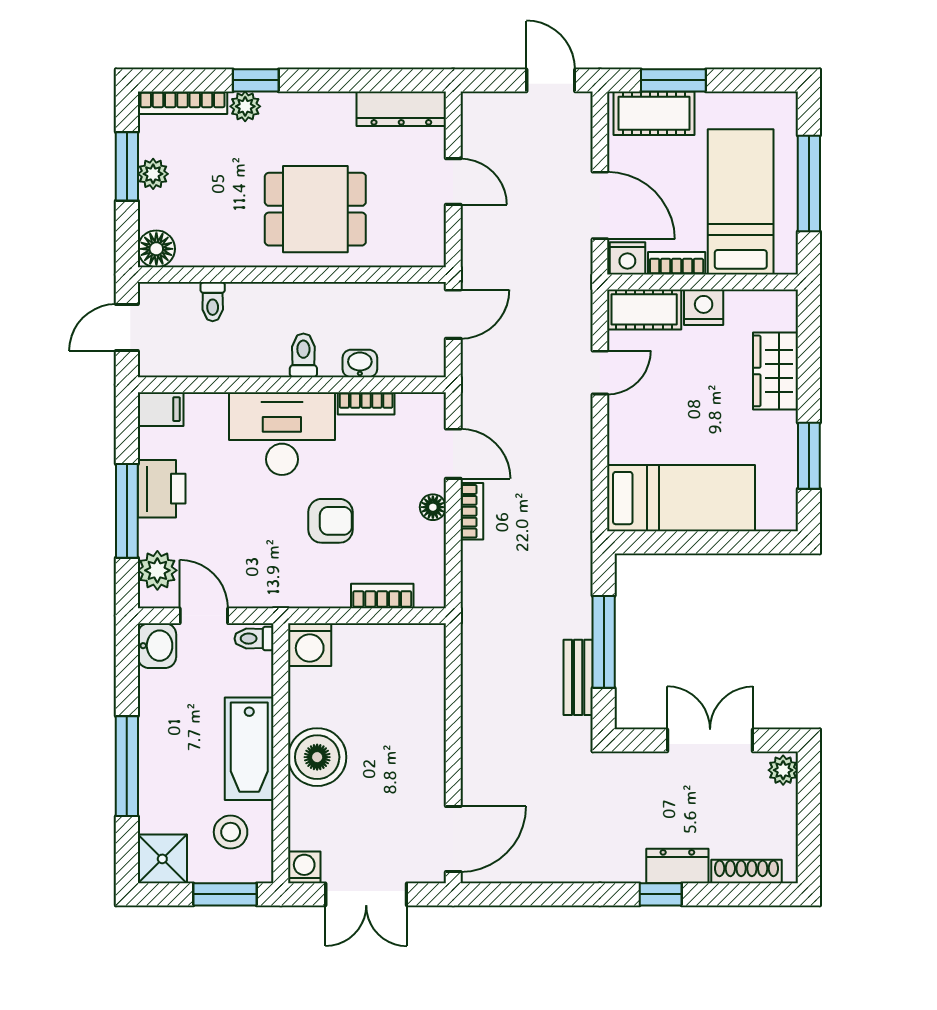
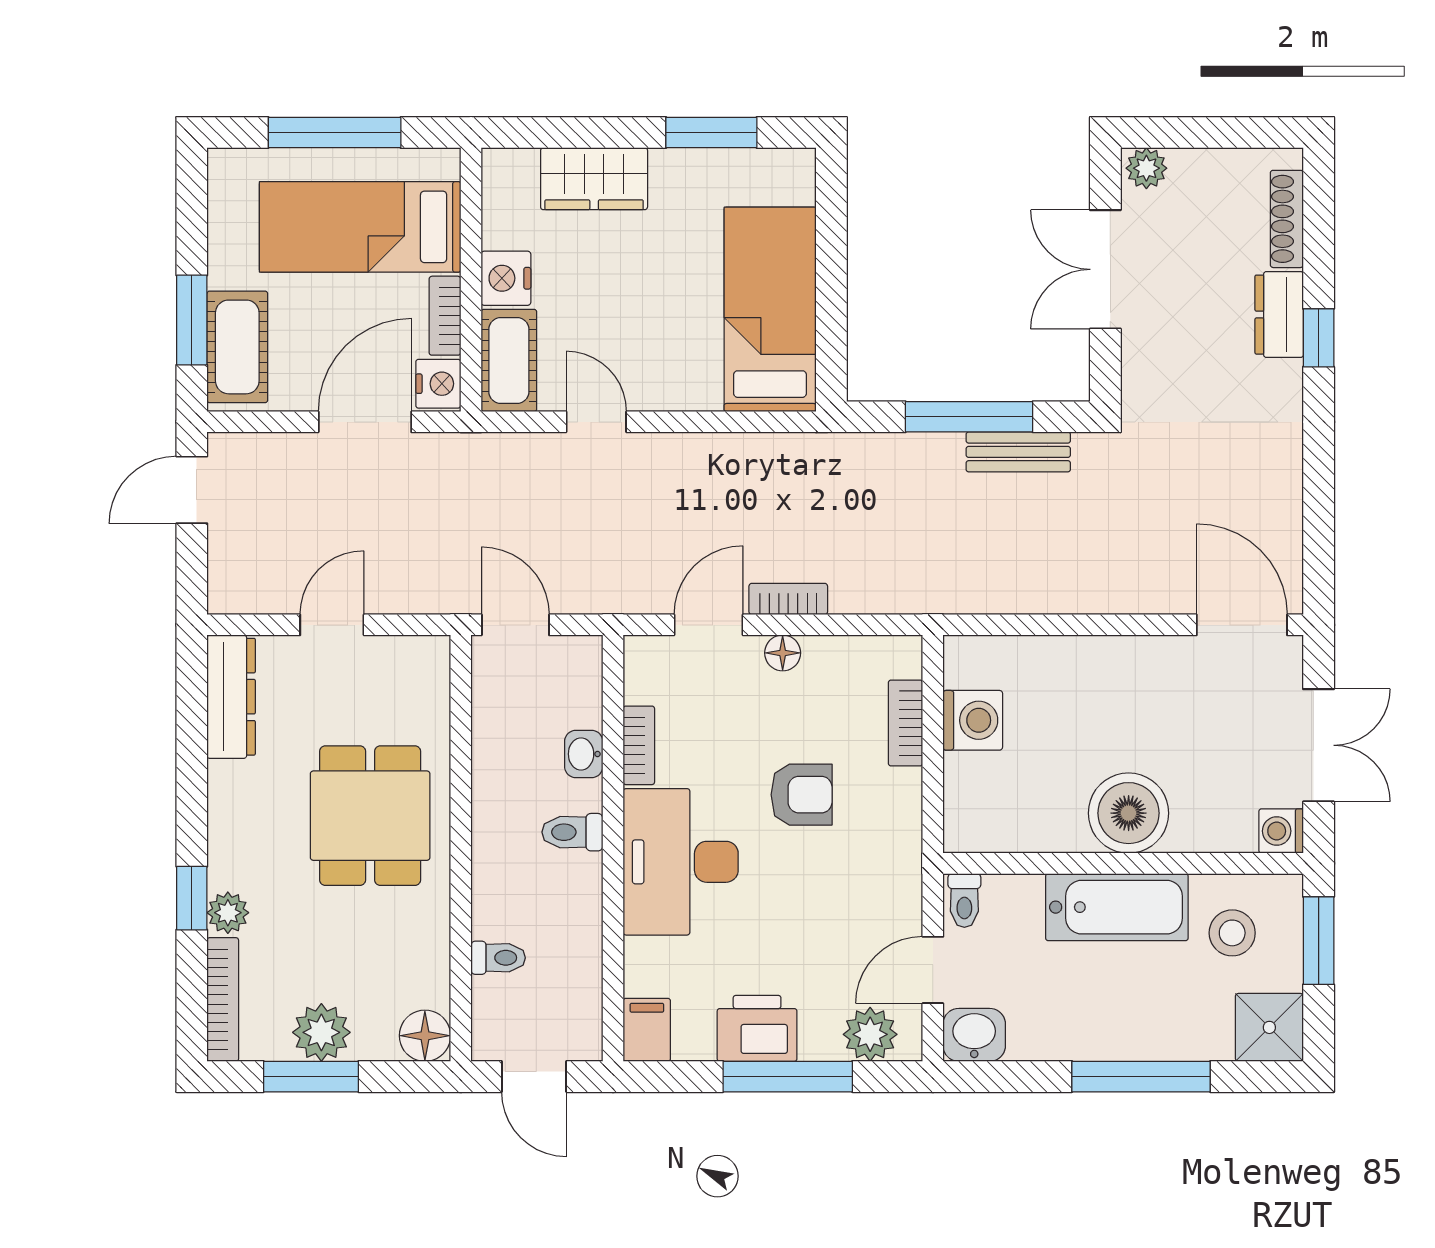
plant: (153, 174) -> (321, 1032), width x1.38, depth x1.38
armchair: (331, 521) -> (802, 795), turned 90
washing machine: (310, 645) -> (973, 720), moved

